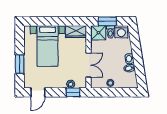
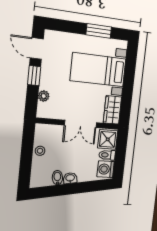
window: (107, 21) -> (121, 152), removed
window: (20, 64) -> (99, 31), moved
double door: (89, 65) -> (81, 124), moved
window: (73, 92) -> (34, 76), moved

